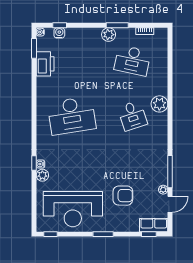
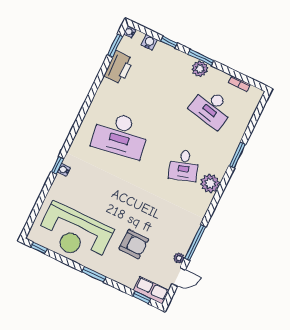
window: (60, 25) -> (169, 42), moved
window: (117, 25) -> (201, 57), moved
window: (170, 88) -> (237, 155), added
plant: (159, 104) -> (210, 183), moved
plant: (42, 175) -> (60, 182), removed

